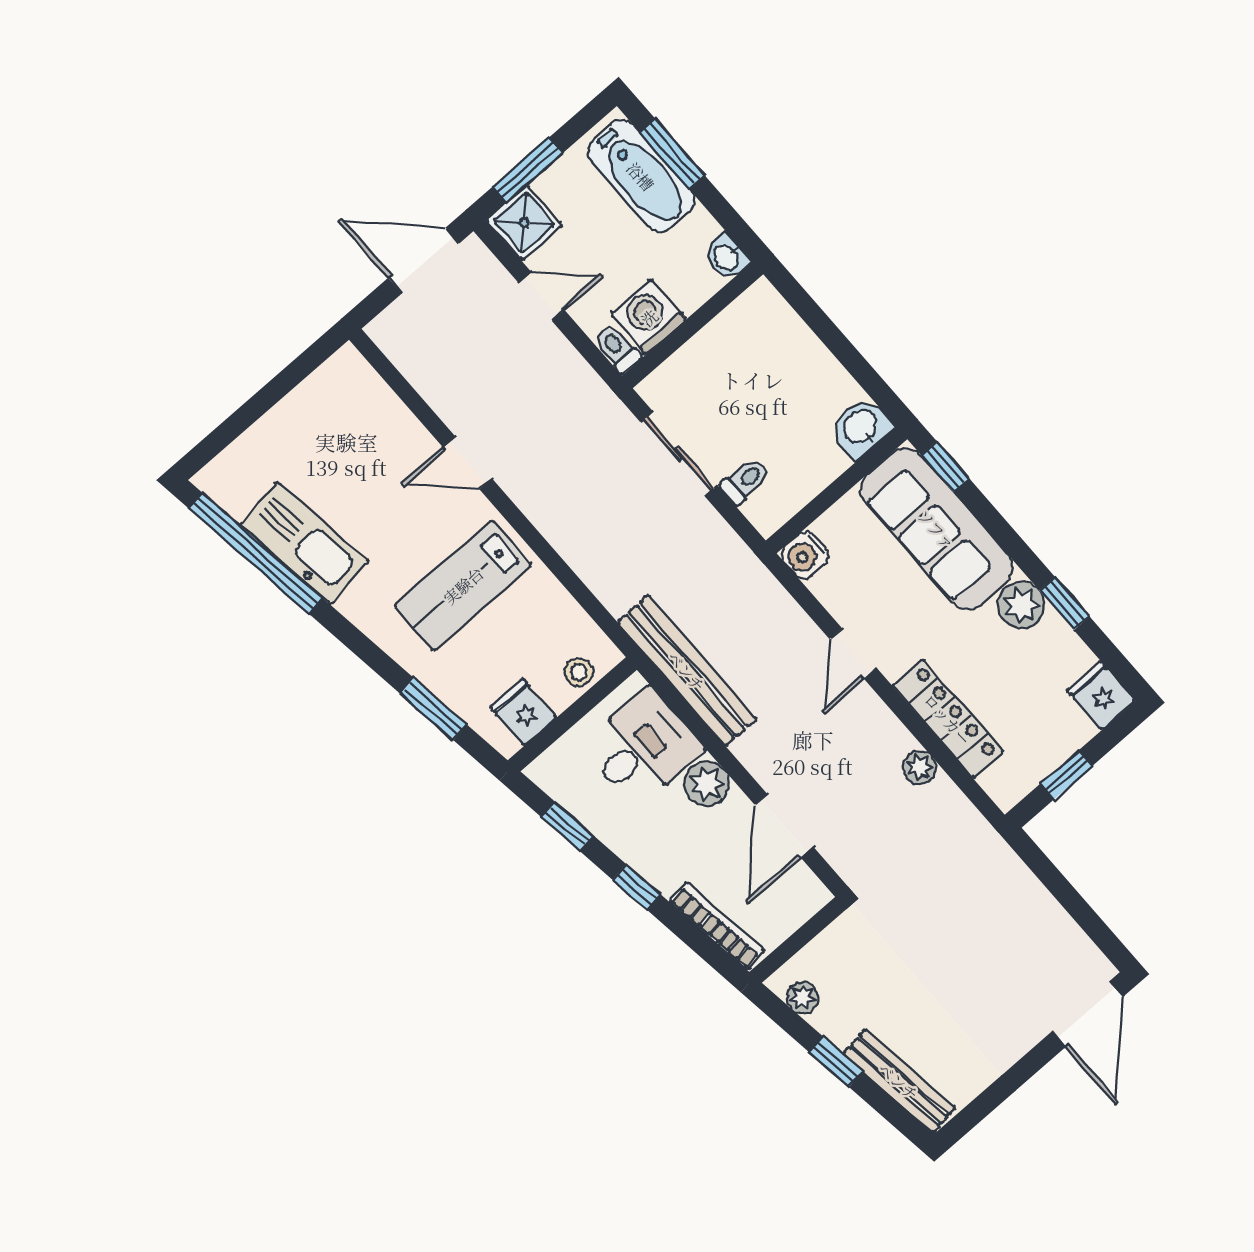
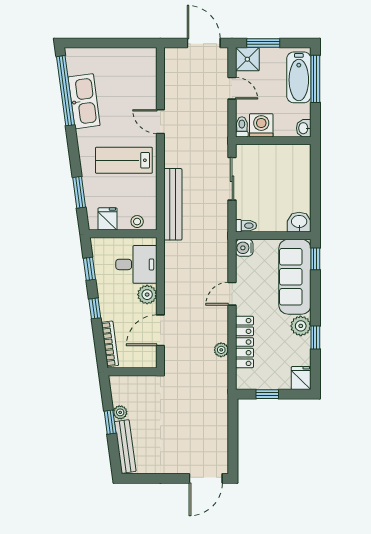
window: (672, 154) -> (315, 79), width x1.44
toilet: (745, 481) -> (246, 226), moved
bench: (687, 671) -> (173, 204), moved
plant: (803, 998) -> (120, 412), moved

